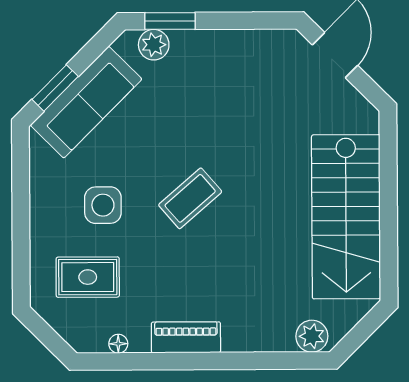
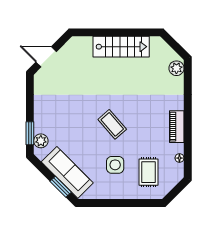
stairs: (346, 217) -> (121, 47), width x0.73, depth x0.66

